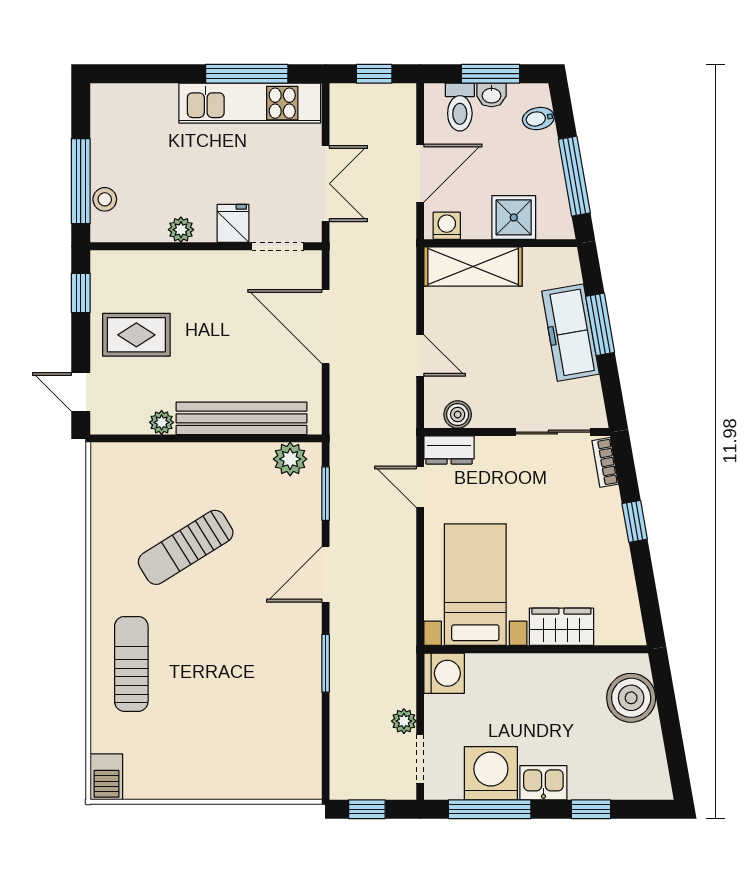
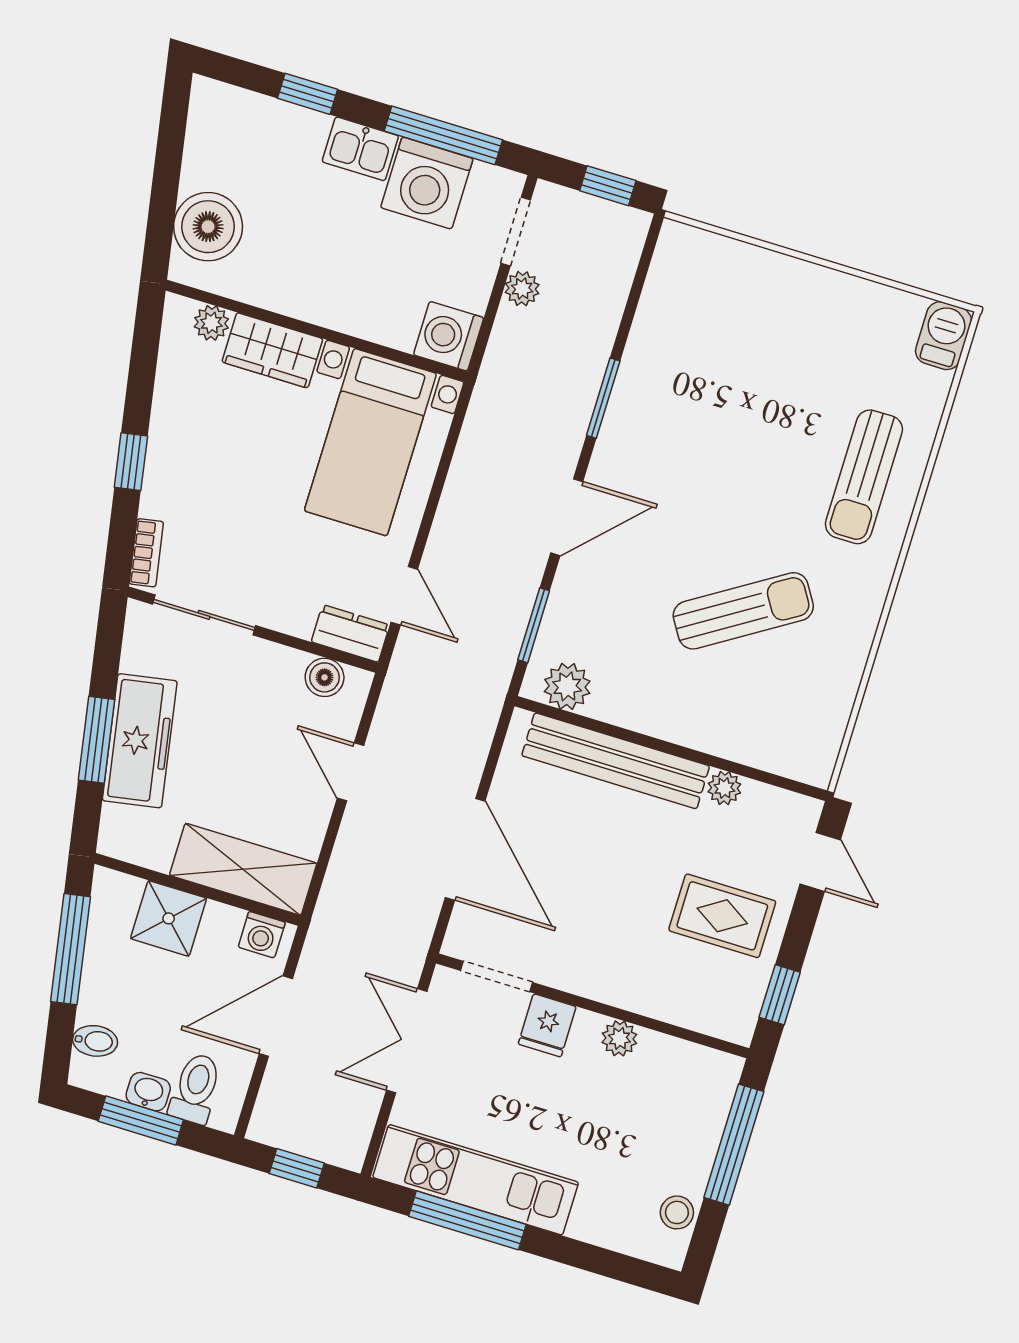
stool: (105, 199) -> (677, 1212), moved
plant: (609, 633) -> (211, 323), added

